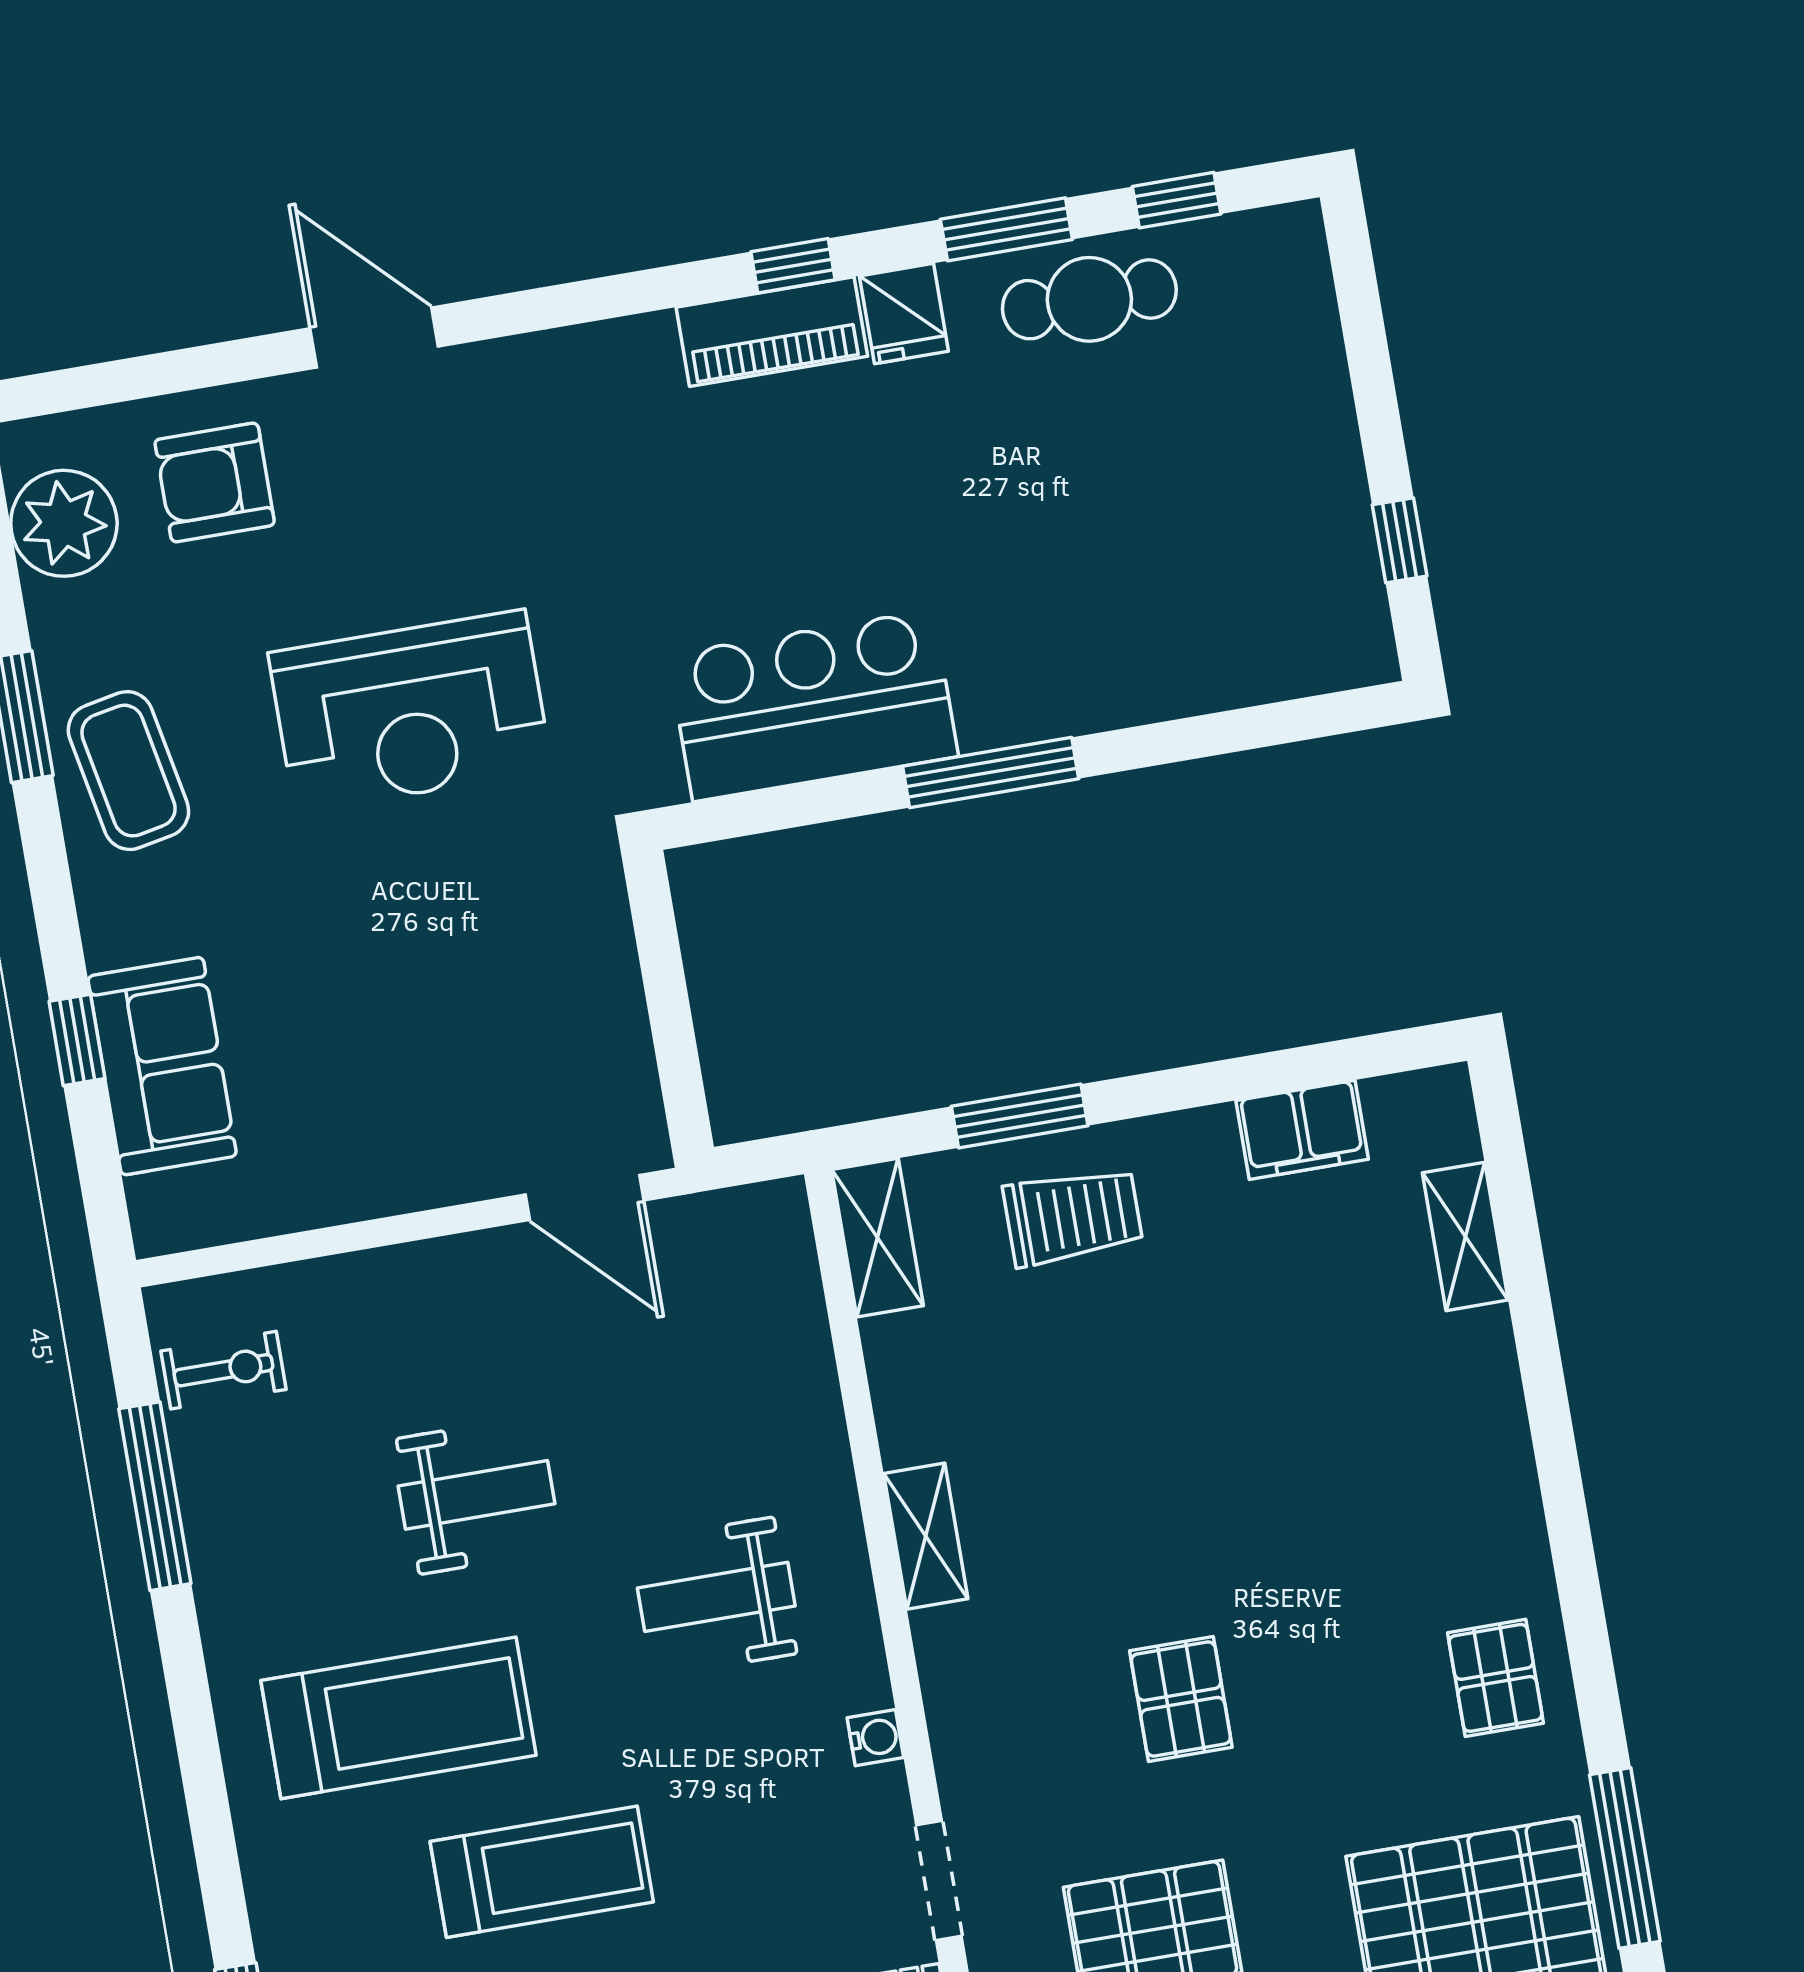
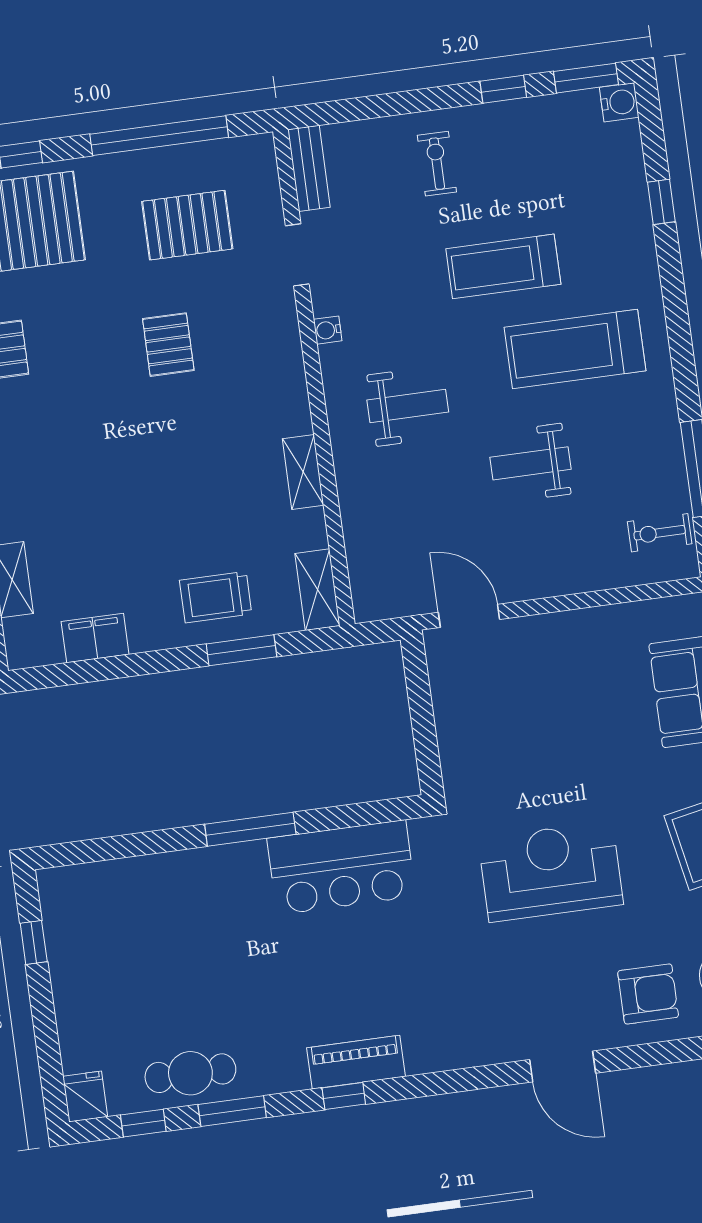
fridge: (904, 314) -> (85, 1096), moved
shelving: (926, 1536) -> (303, 472), moved

